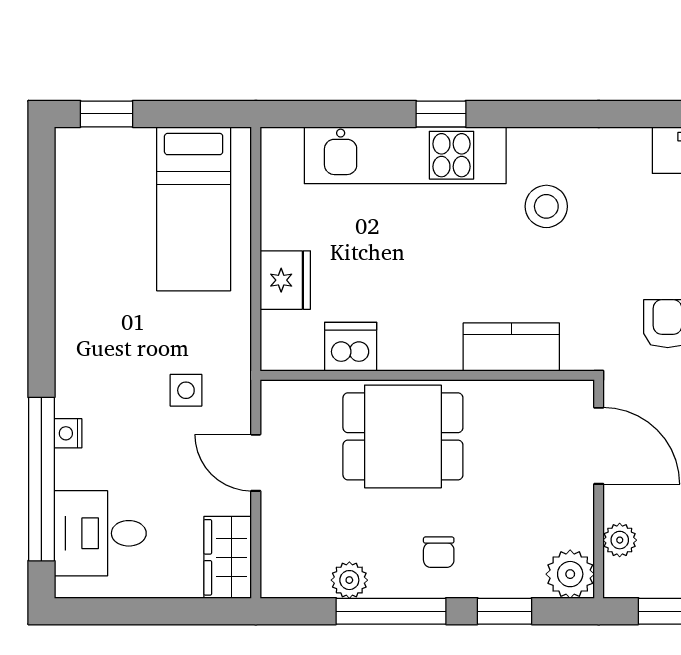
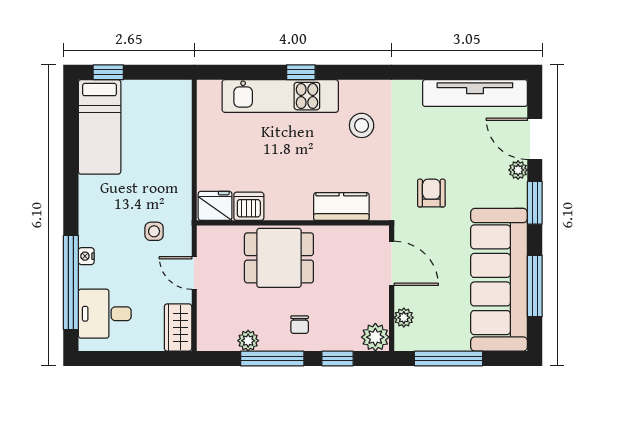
bed: (194, 209) -> (100, 127), moved
fridge: (285, 280) -> (215, 206), moved, turned -90

